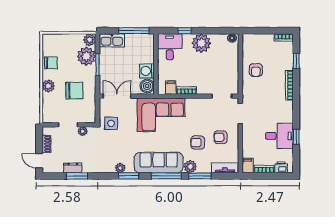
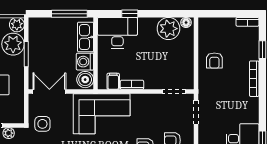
kitchen sink: (112, 40) -> (86, 37), moved, turned 90
plant: (201, 43) -> (168, 29), moved
desk: (170, 47) -> (117, 33), width x1.37

